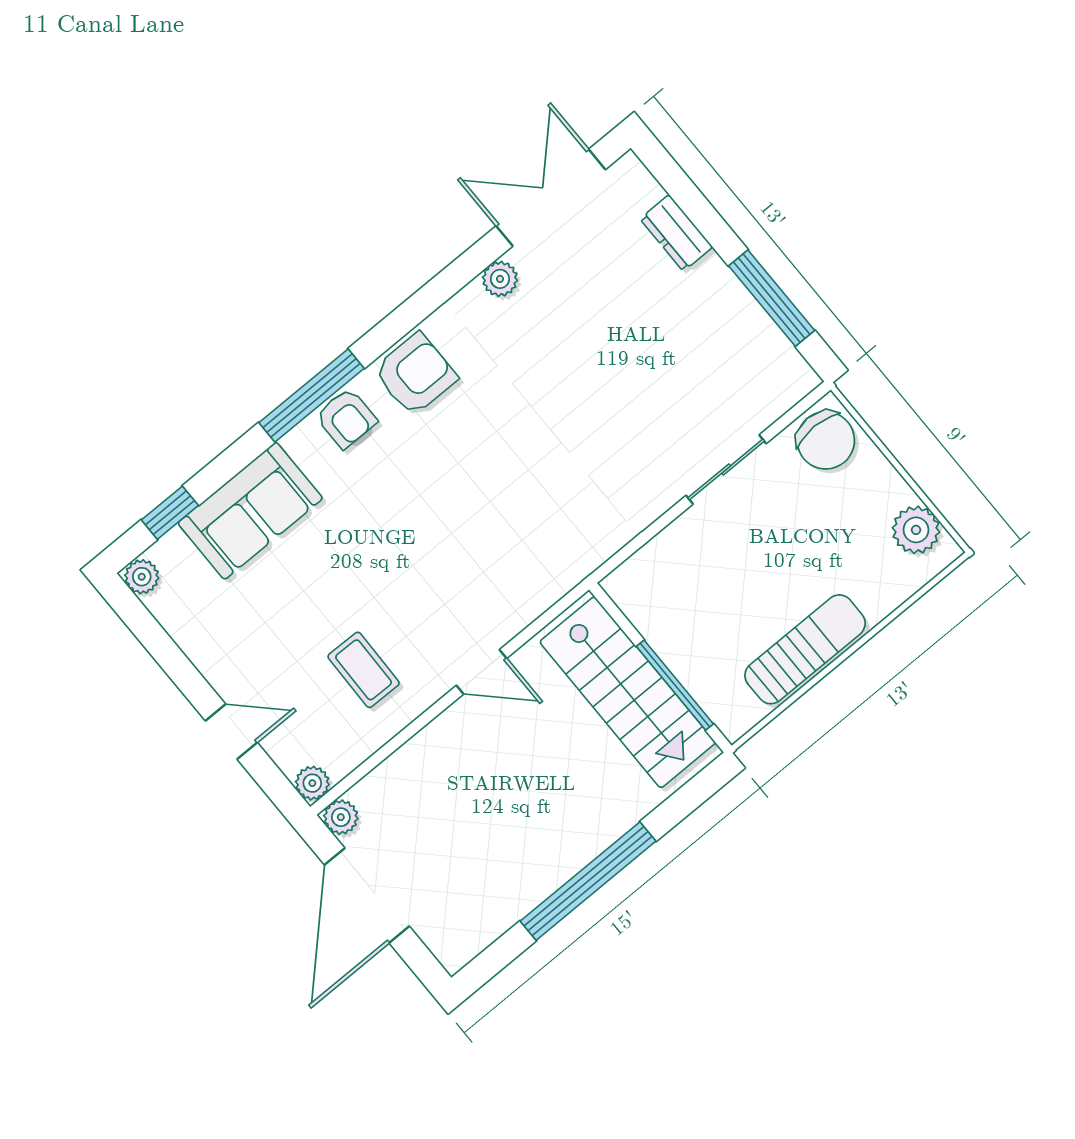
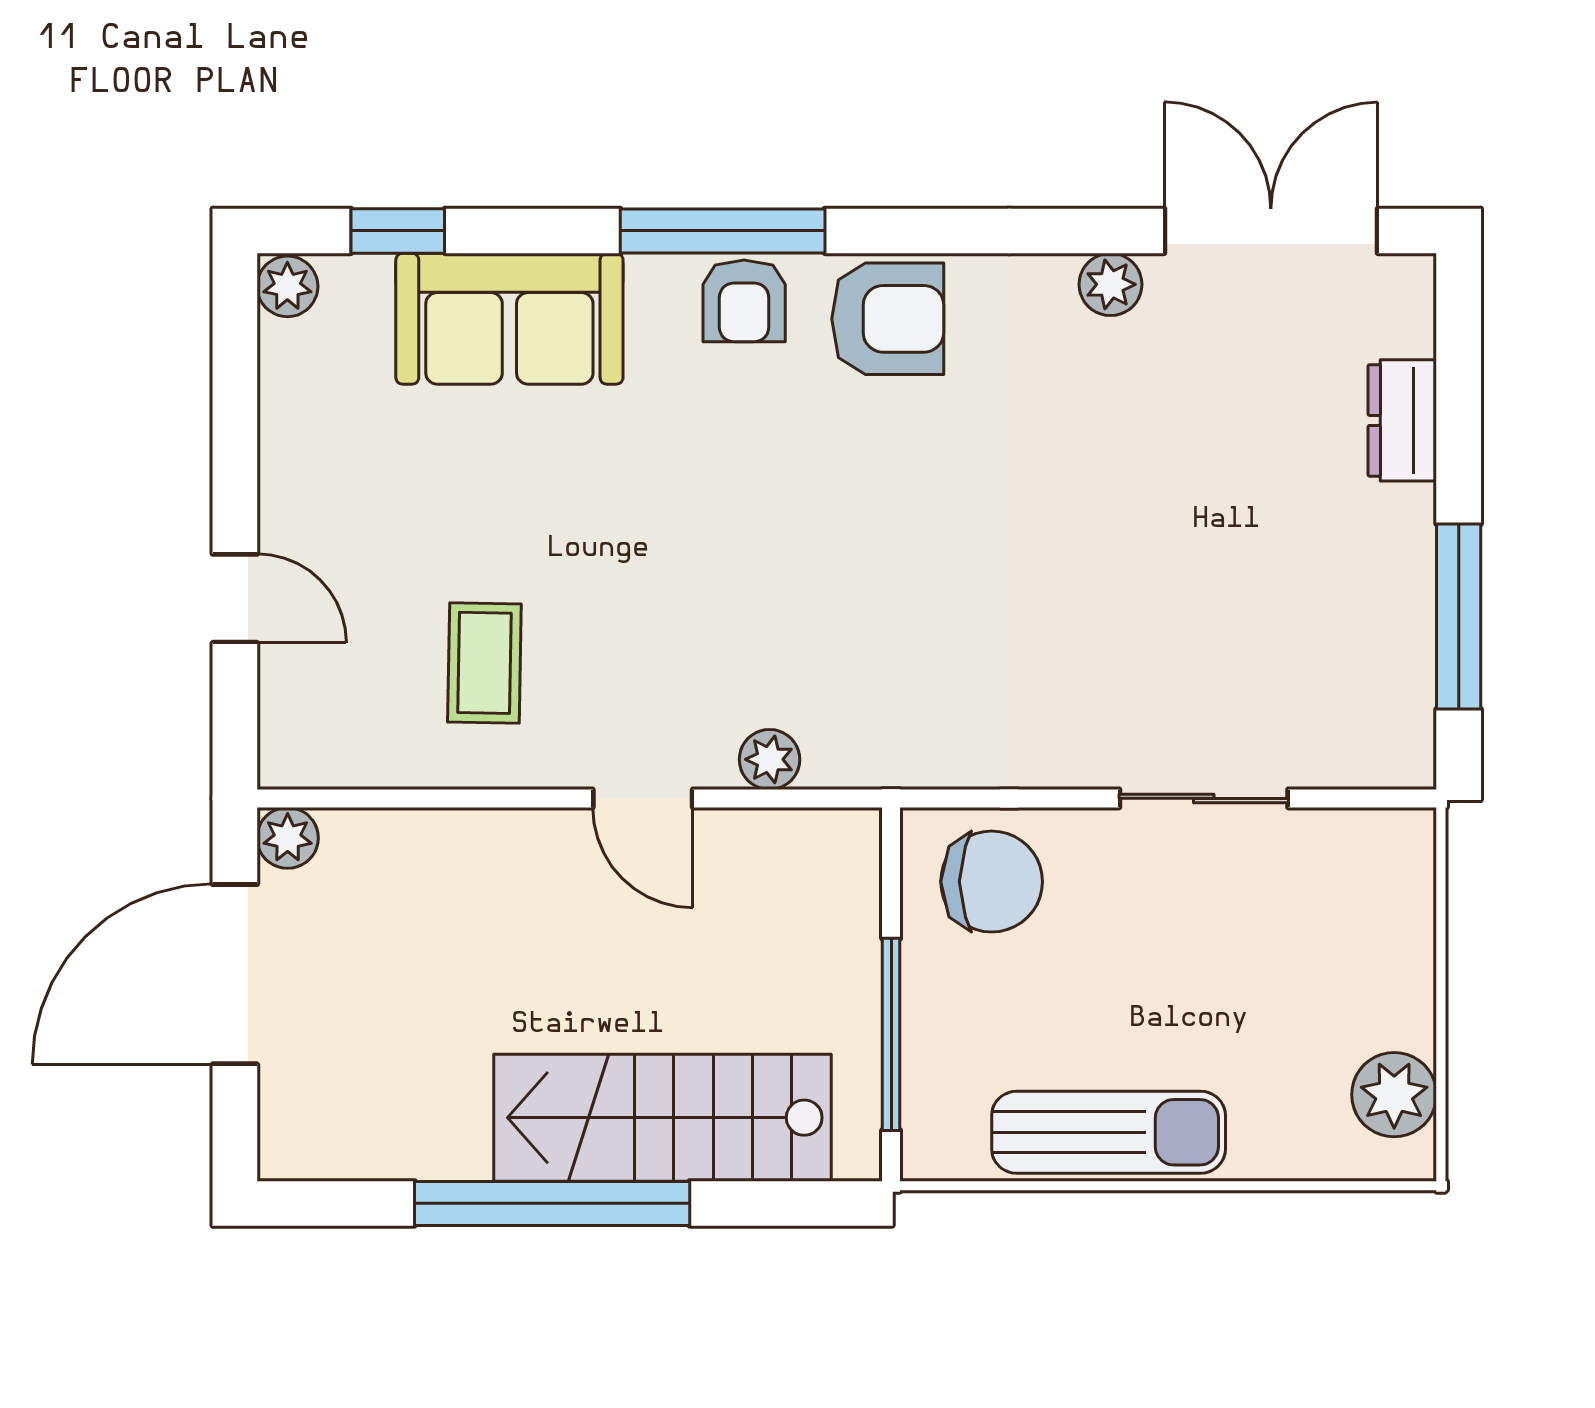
chair: (826, 440) -> (992, 882), moved, turned -90
stairs: (628, 692) -> (663, 1118), moved, turned 90
plant: (312, 783) -> (770, 759), moved

